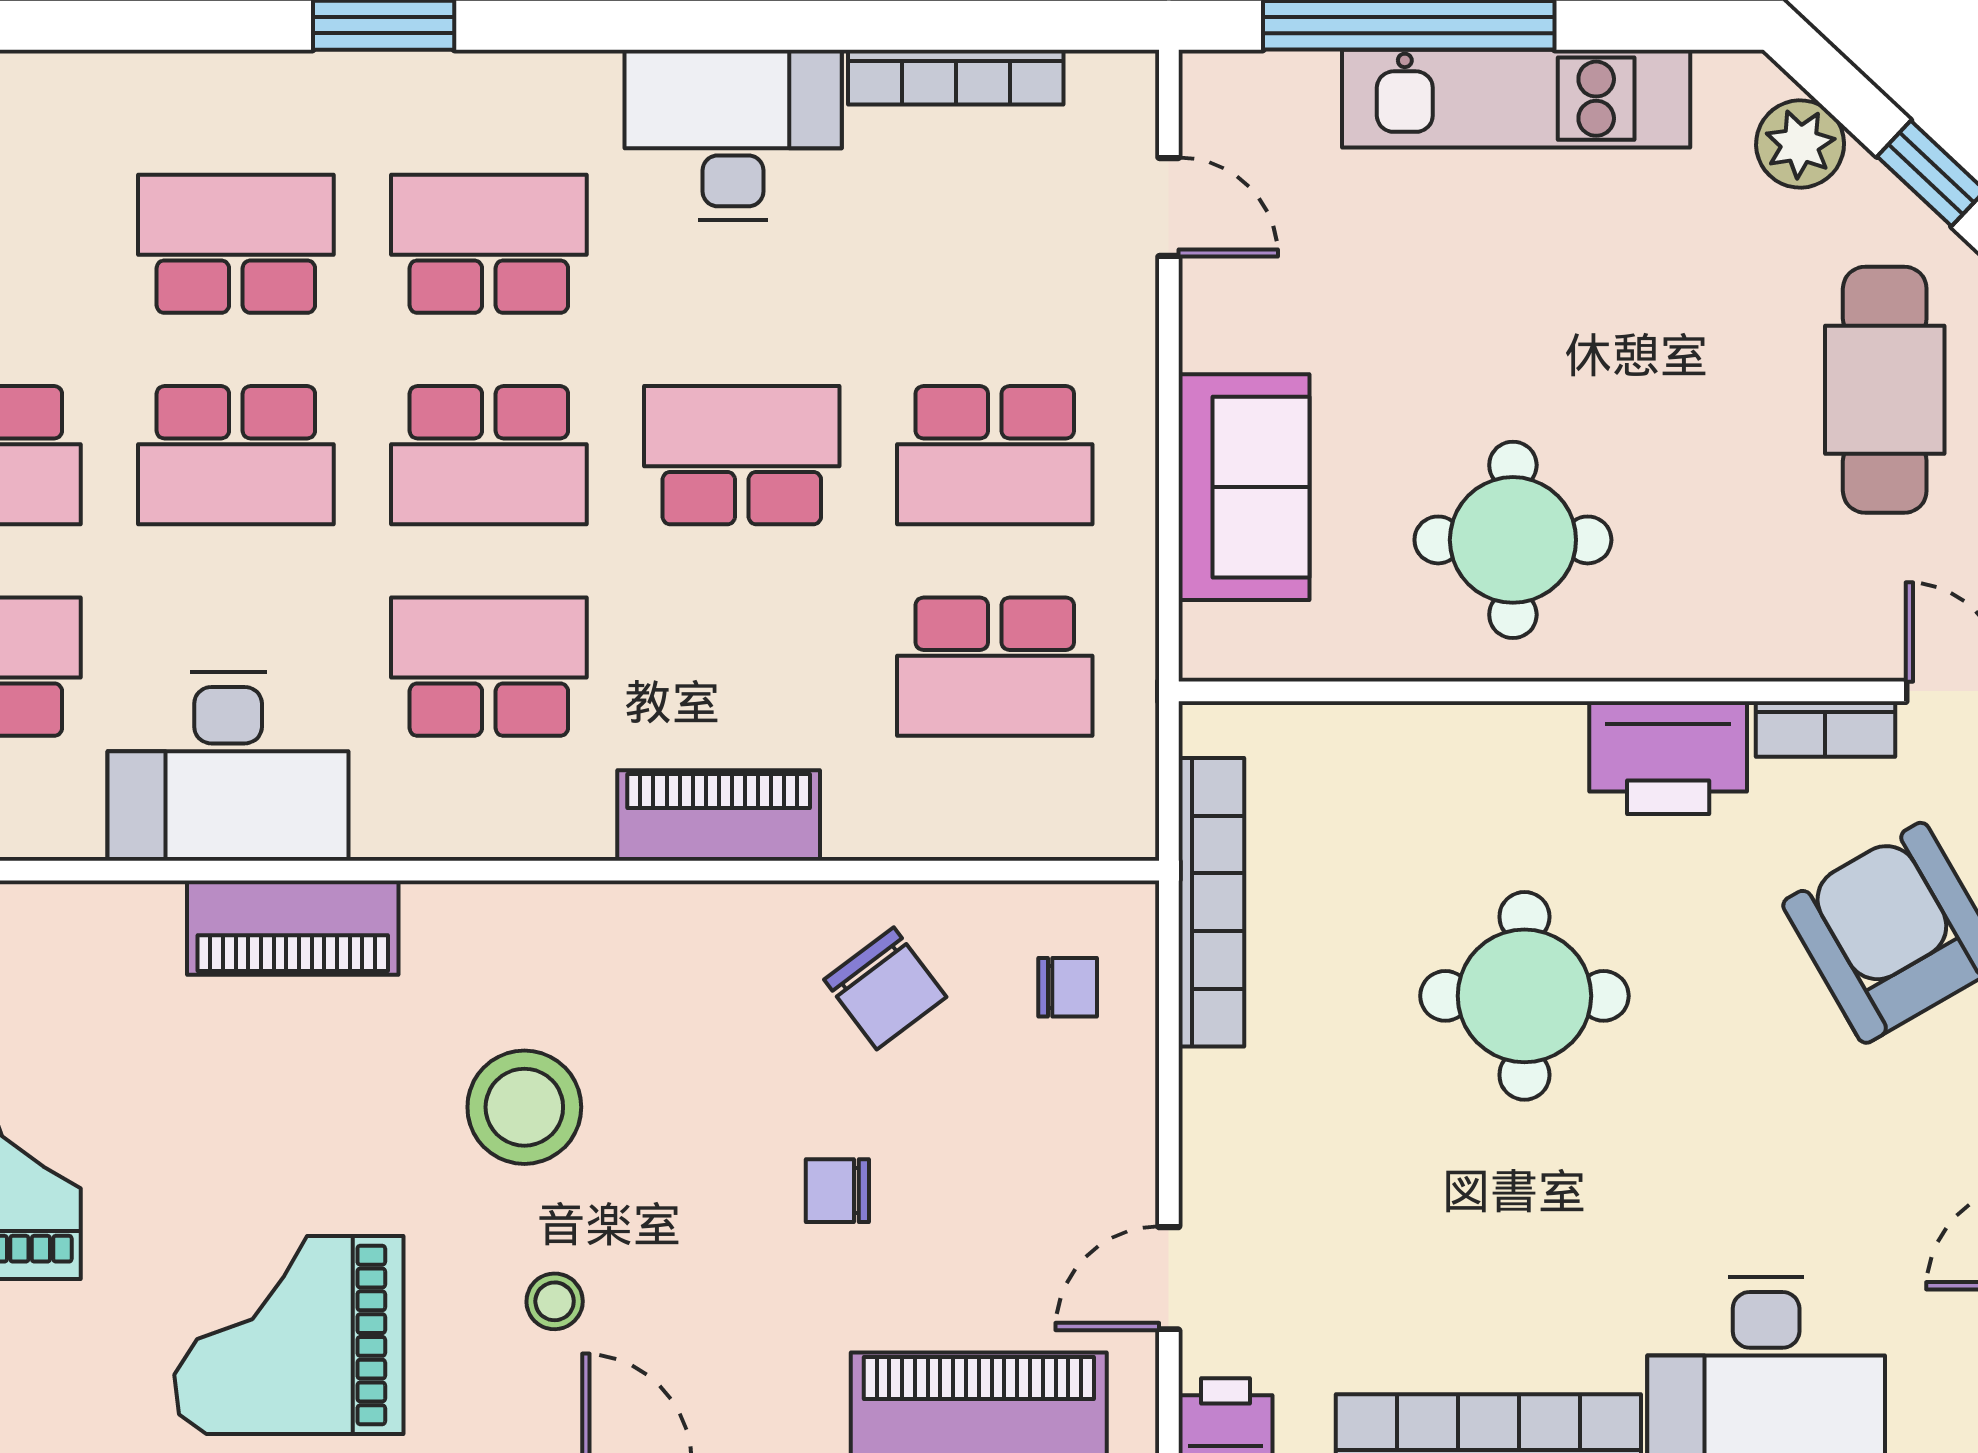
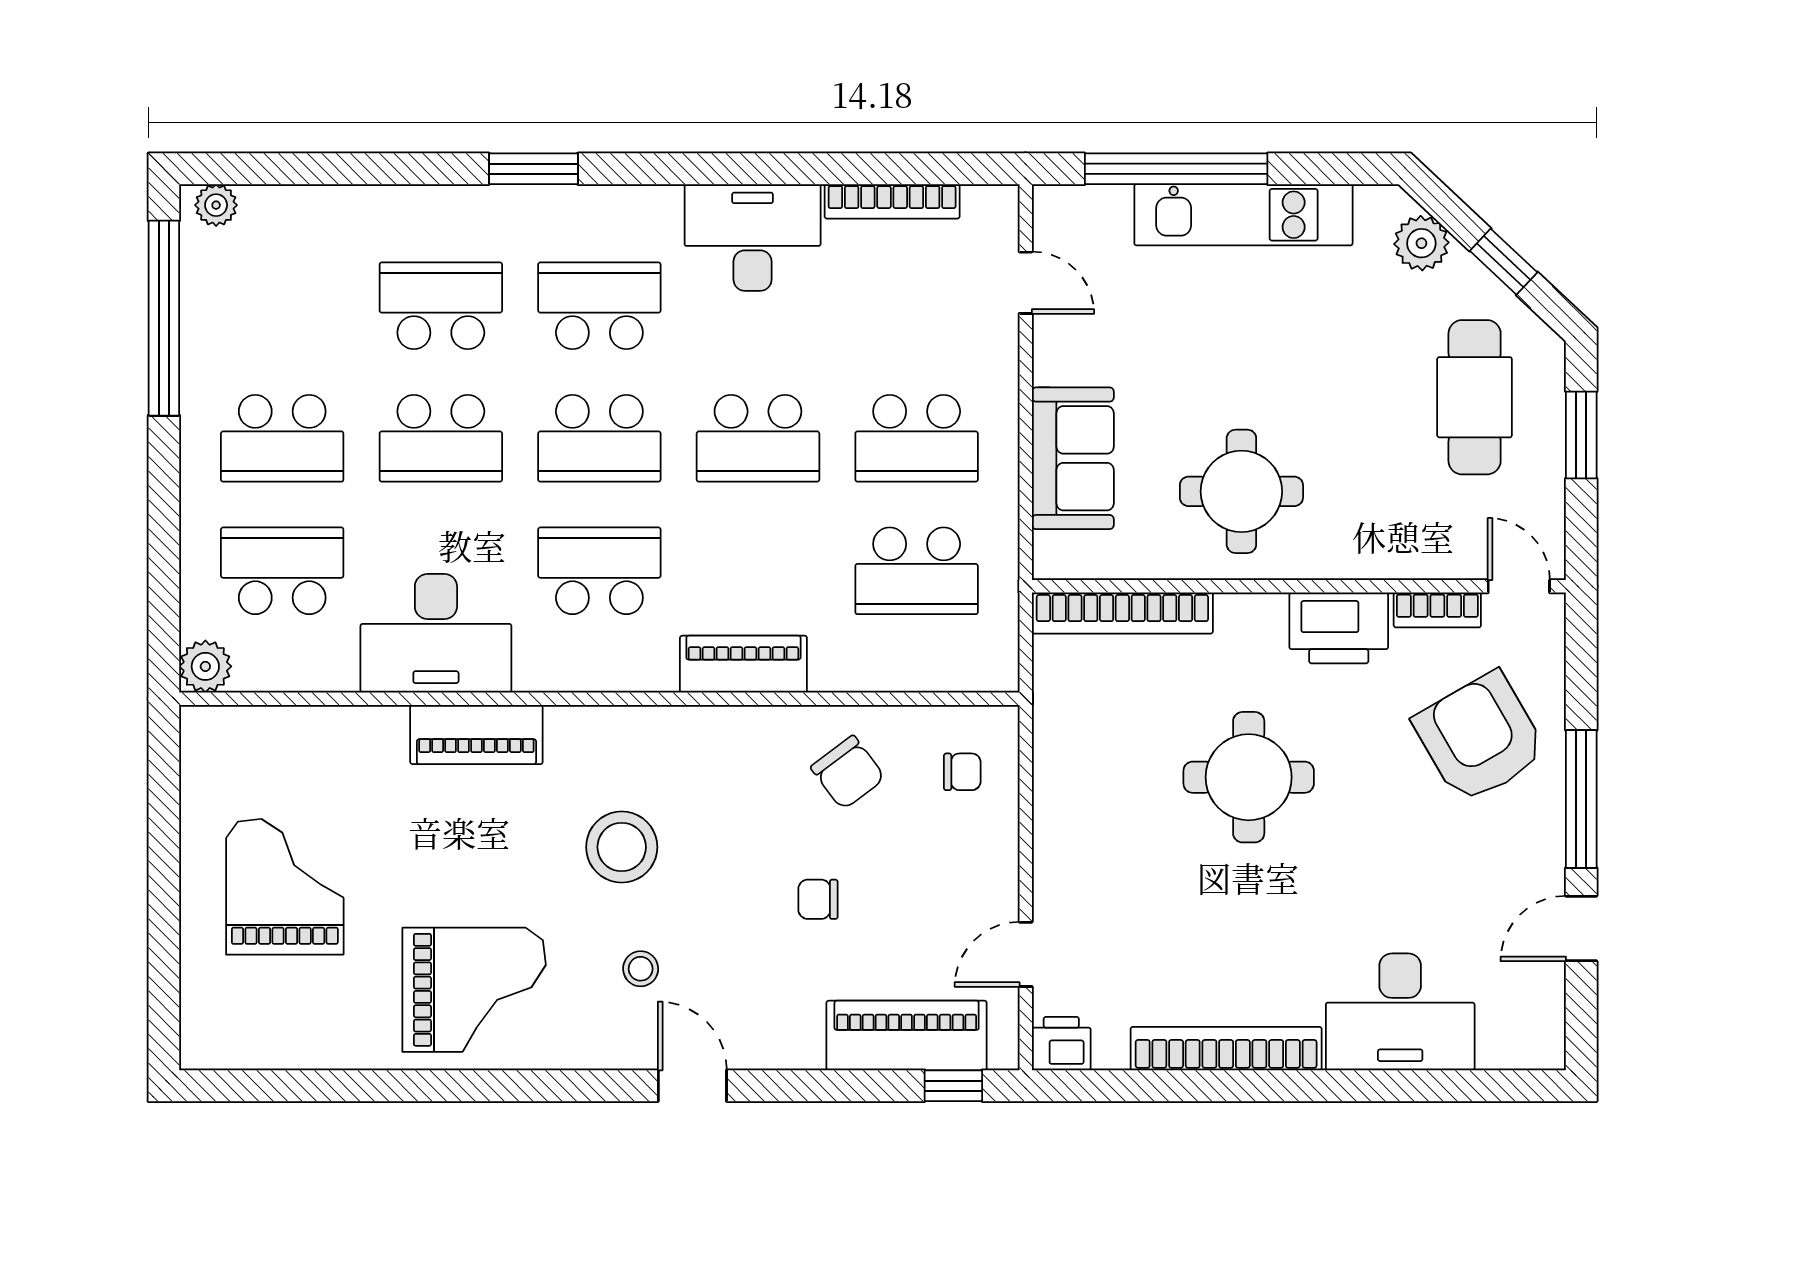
school desk: (742, 455) -> (758, 438), turned 180
bookcase: (1211, 902) -> (1122, 613), moved, turned 90
grand piano: (289, 1335) -> (474, 990), turned 180

